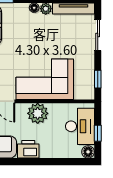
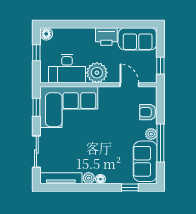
corner sofa: (45, 79) -> (69, 107), moved
desk: (80, 126) -> (67, 69), moved, turned -90

